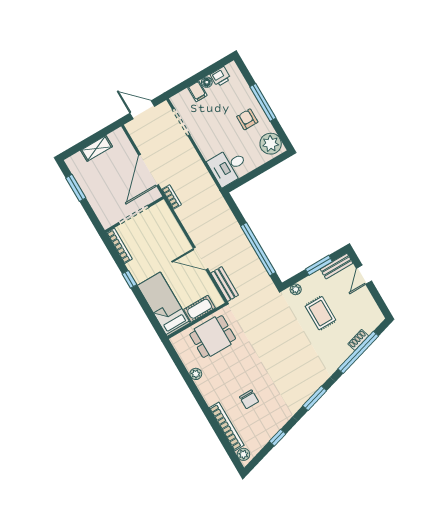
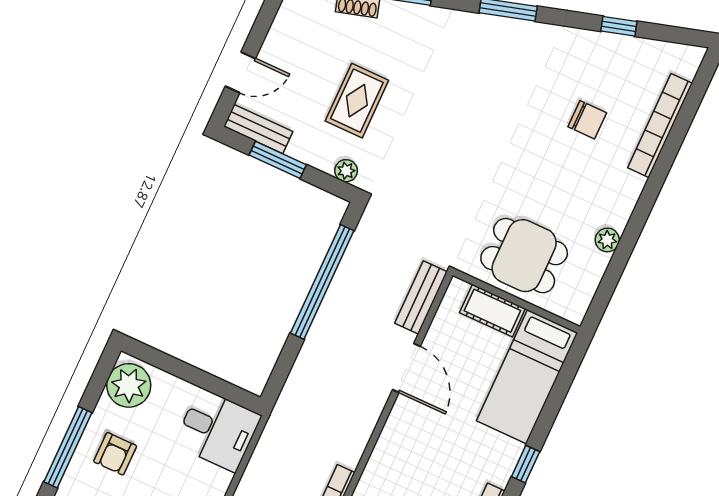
chair: (249, 399) -> (587, 120), turned 90
plant: (243, 454) -> (687, 64), removed

